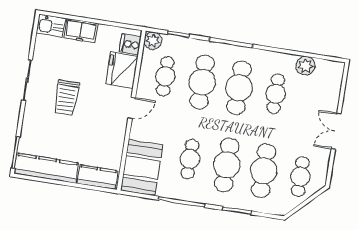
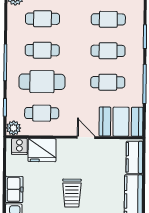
cafe table: (239, 88) -> (42, 50), width x0.73, depth x0.74
trolley: (66, 98) -> (72, 193), turned 90
door: (132, 108) -> (86, 137), moved
cafe table: (227, 165) -> (108, 51), width x0.73, depth x0.74
cafe table: (264, 171) -> (108, 19), width x0.73, depth x0.74

